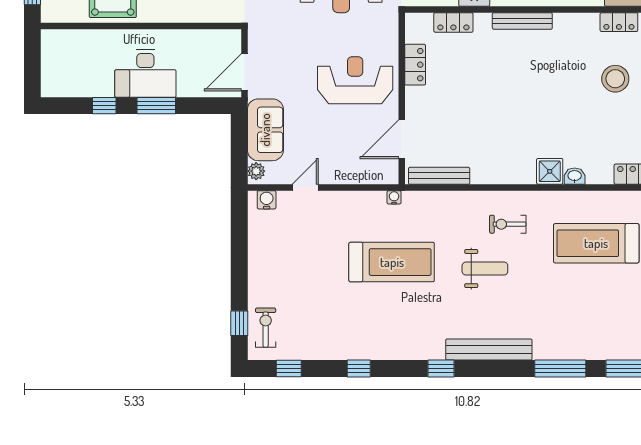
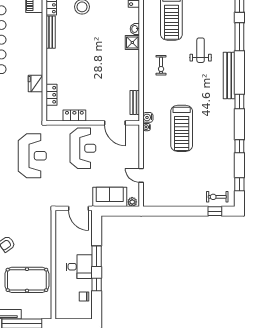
bench: (522, 21) -> (51, 32), moved
desk: (145, 73) -> (79, 267), width x0.73
reception desk: (355, 80) -> (83, 148), turned 180
chair: (82, 82) -> (84, 297), added
bench: (439, 176) -> (135, 103), width x0.73
water cooler: (267, 200) -> (148, 117), moved
treadmill: (392, 262) -> (182, 128), turned 180
weight bench: (485, 269) -> (201, 50), moved

